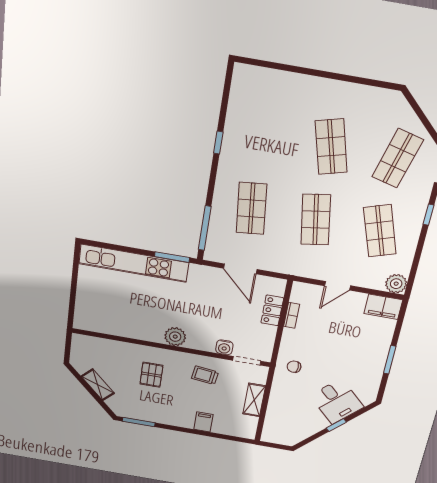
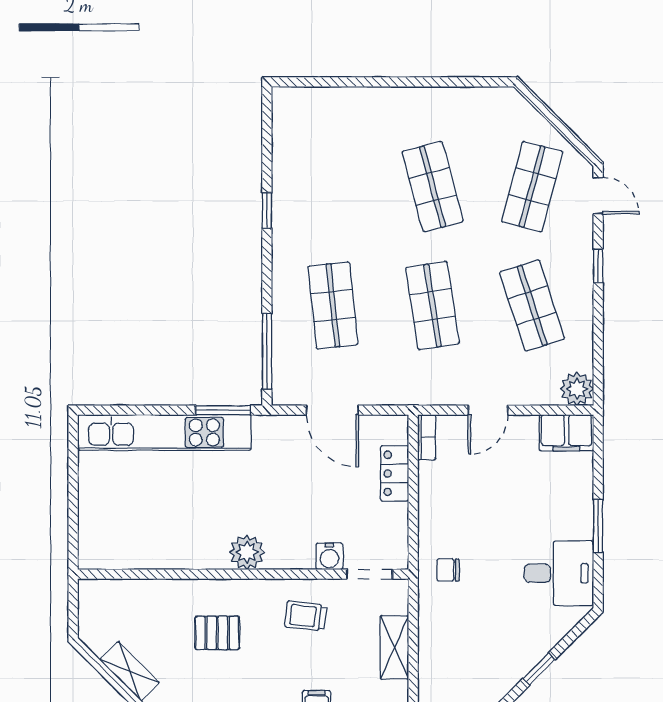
bookcase: (292, 315) -> (427, 437), moved
pallet: (151, 375) -> (217, 633), turned 90
desk: (337, 401) -> (559, 573), moved, turned -45

